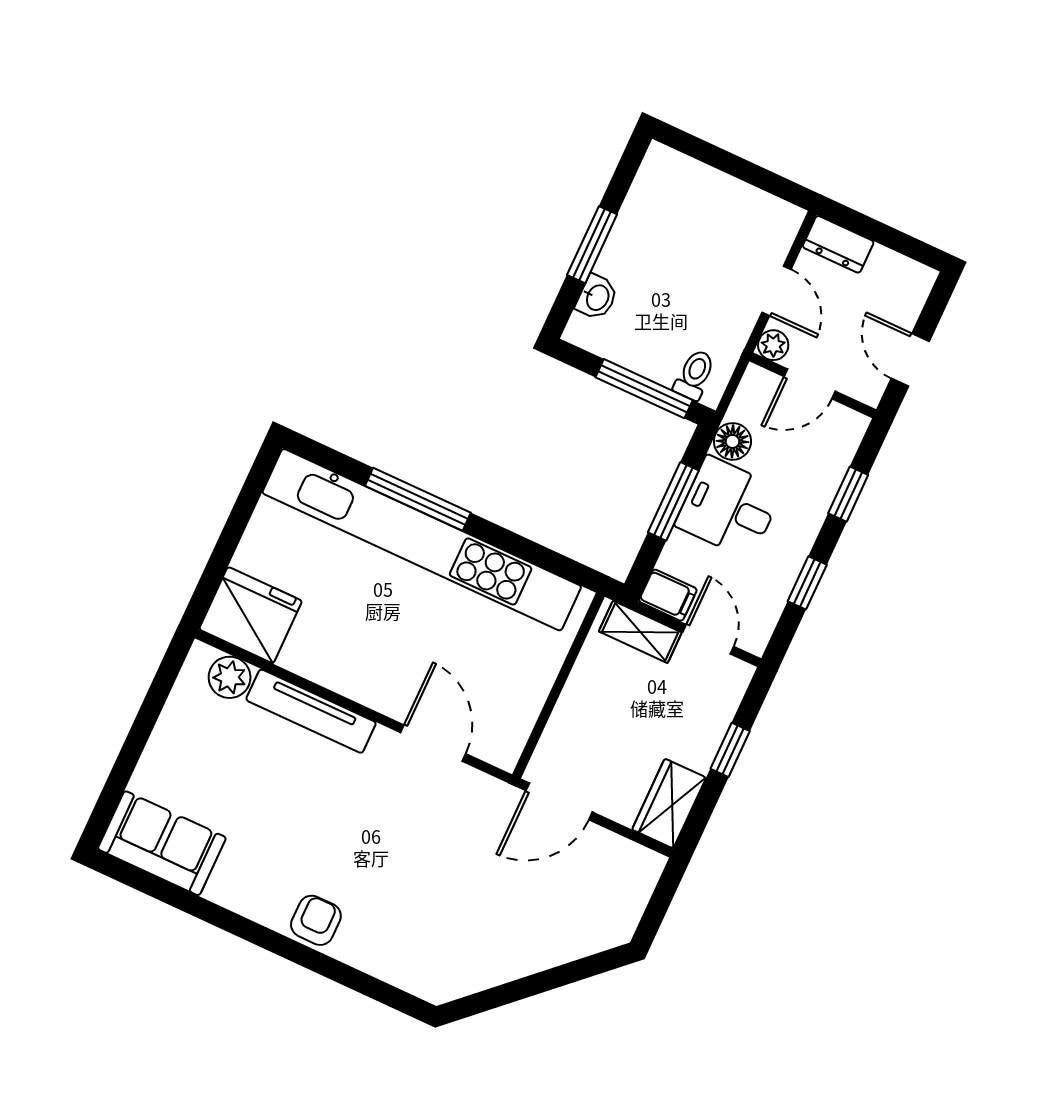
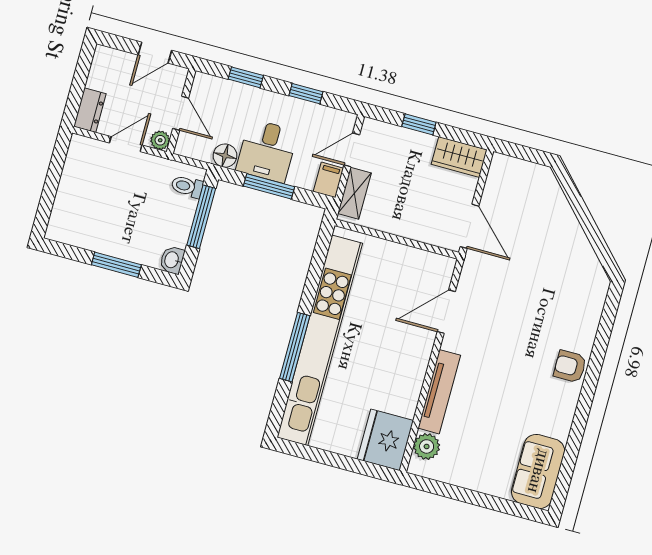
washbasin: (597, 297) -> (172, 260), moved, turned -90

